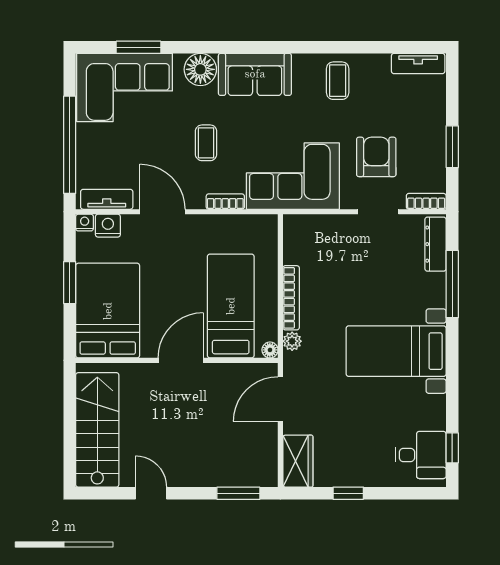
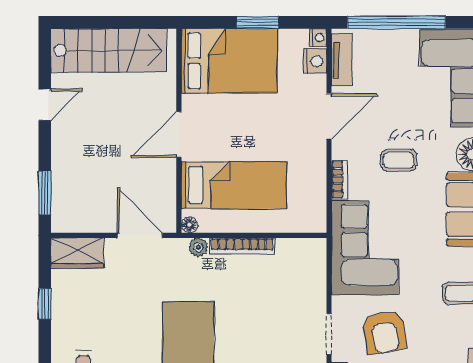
armchair: (376, 157) -> (384, 332), turned 80
door: (181, 360) -> (179, 135), swing flipped

